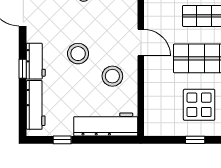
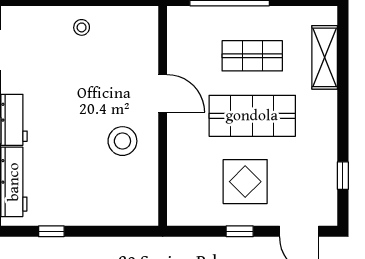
stool: (78, 54) -> (74, 109), removed
workbench: (106, 124) -> (113, 209), removed

